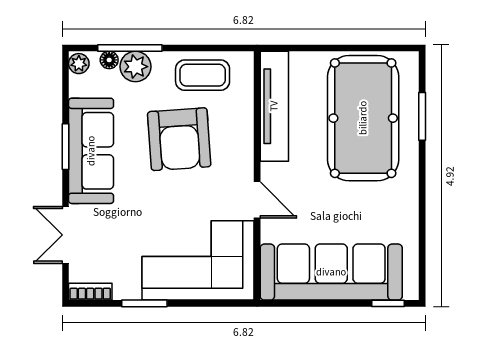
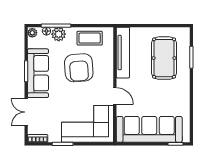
pool table: (363, 118) -> (164, 58), width x0.73, depth x0.76

